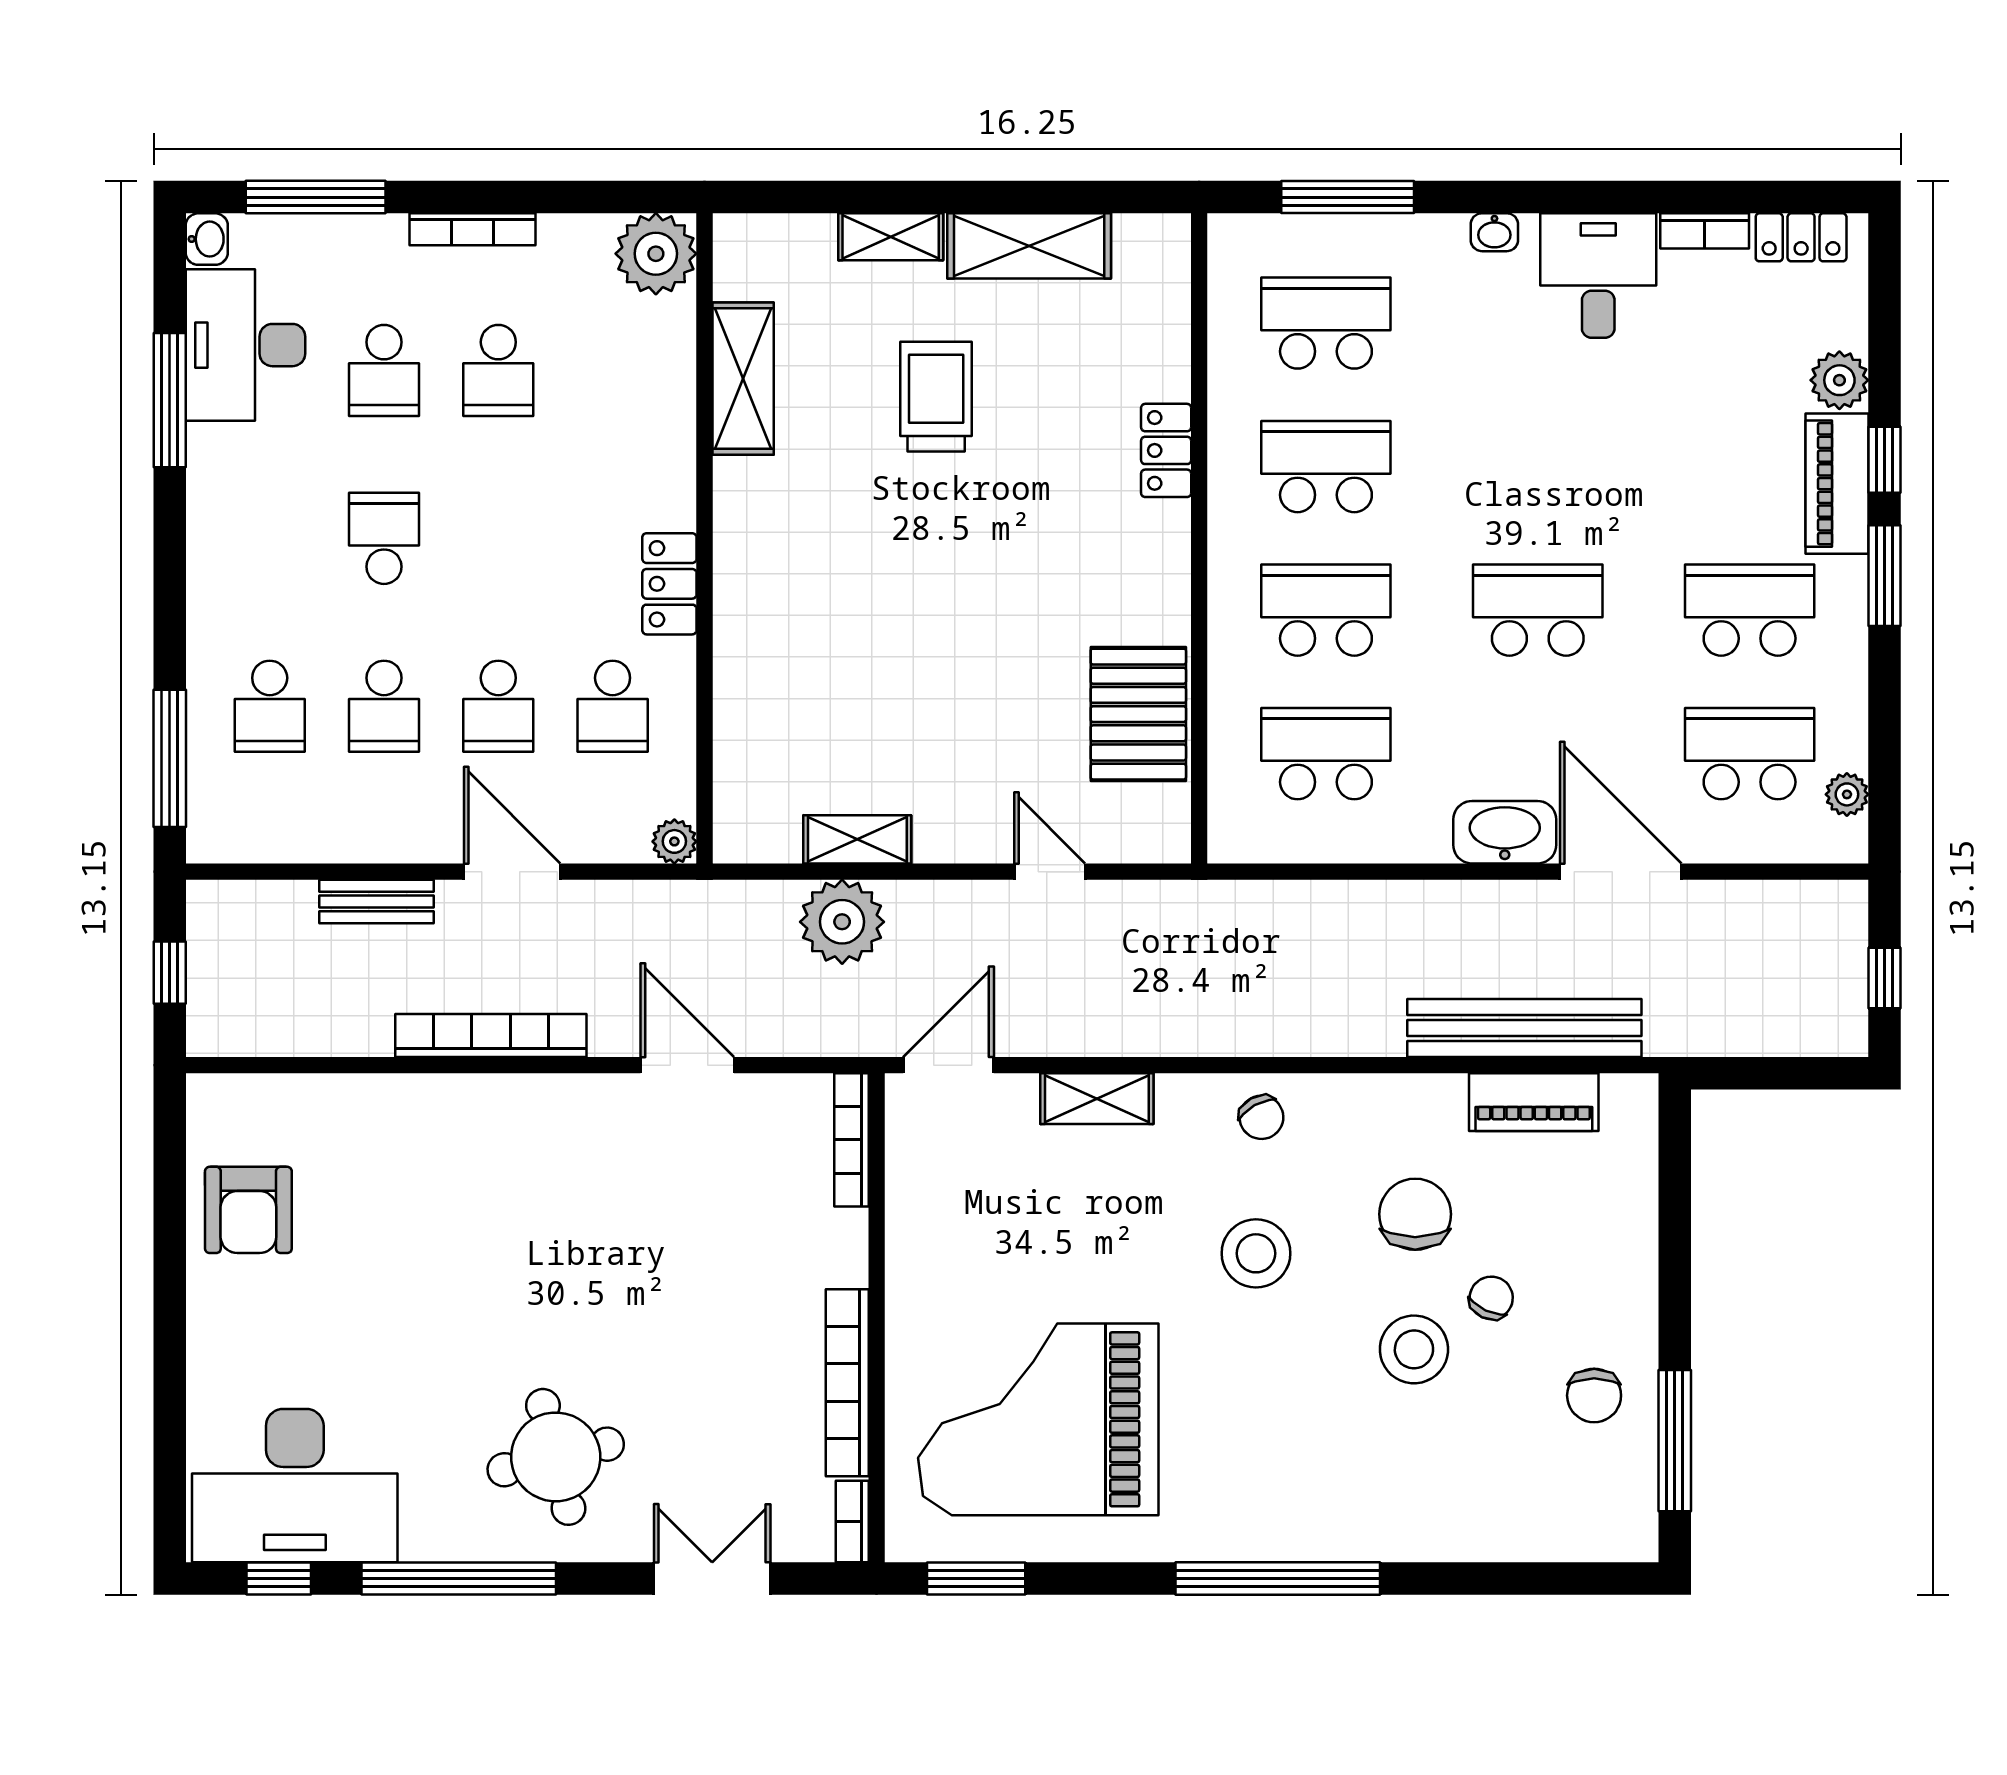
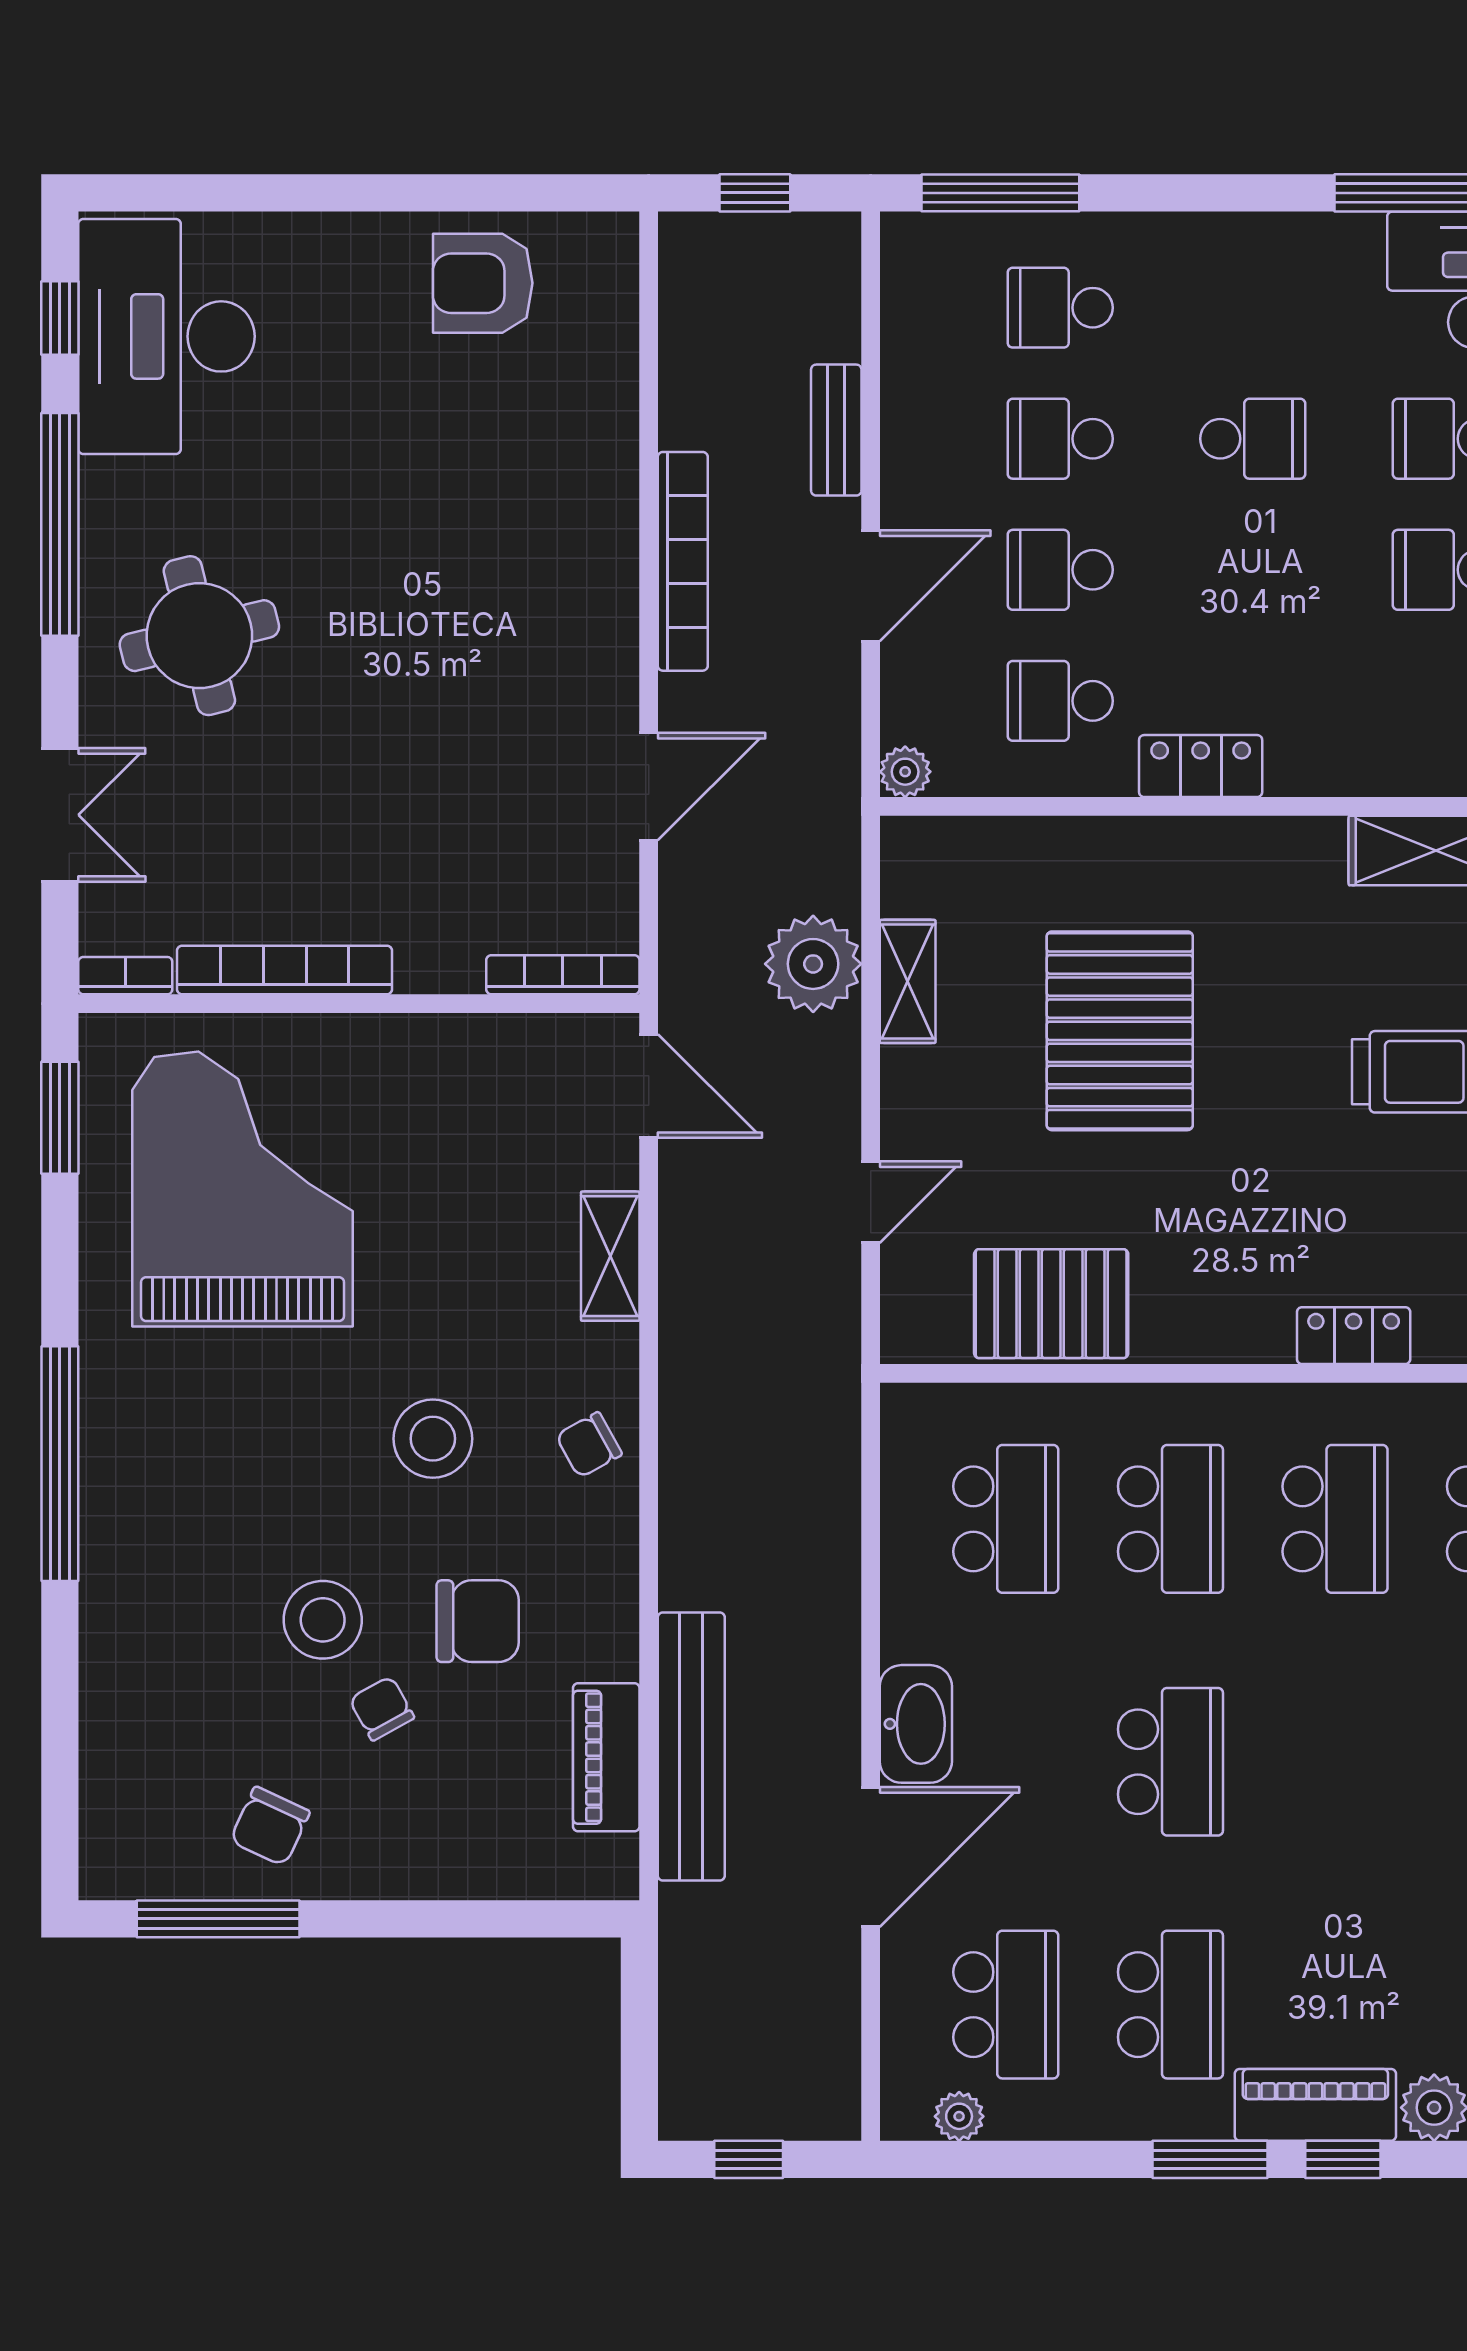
pallet: (900, 654) -> (1120, 1031), added
chair: (1491, 1298) -> (382, 1708), turned -144
chair: (1594, 1395) -> (270, 1826), turned -65

